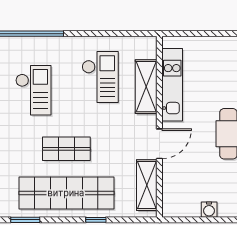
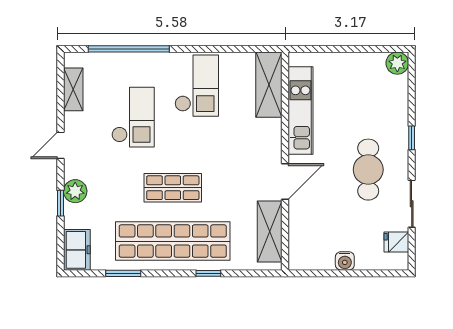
checkout: (100, 77) -> (197, 86), moved
shelving: (146, 87) -> (269, 85), moved

